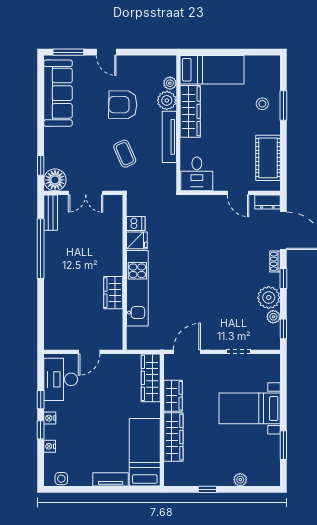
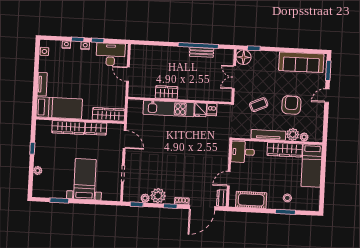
bench: (51, 213) -> (202, 52), moved

